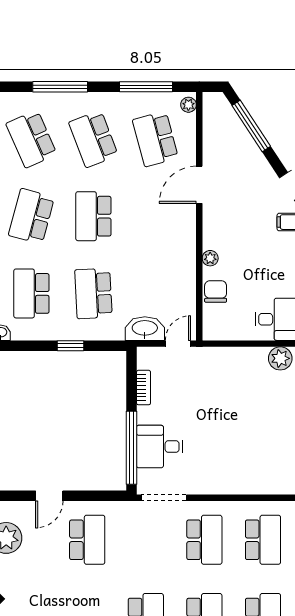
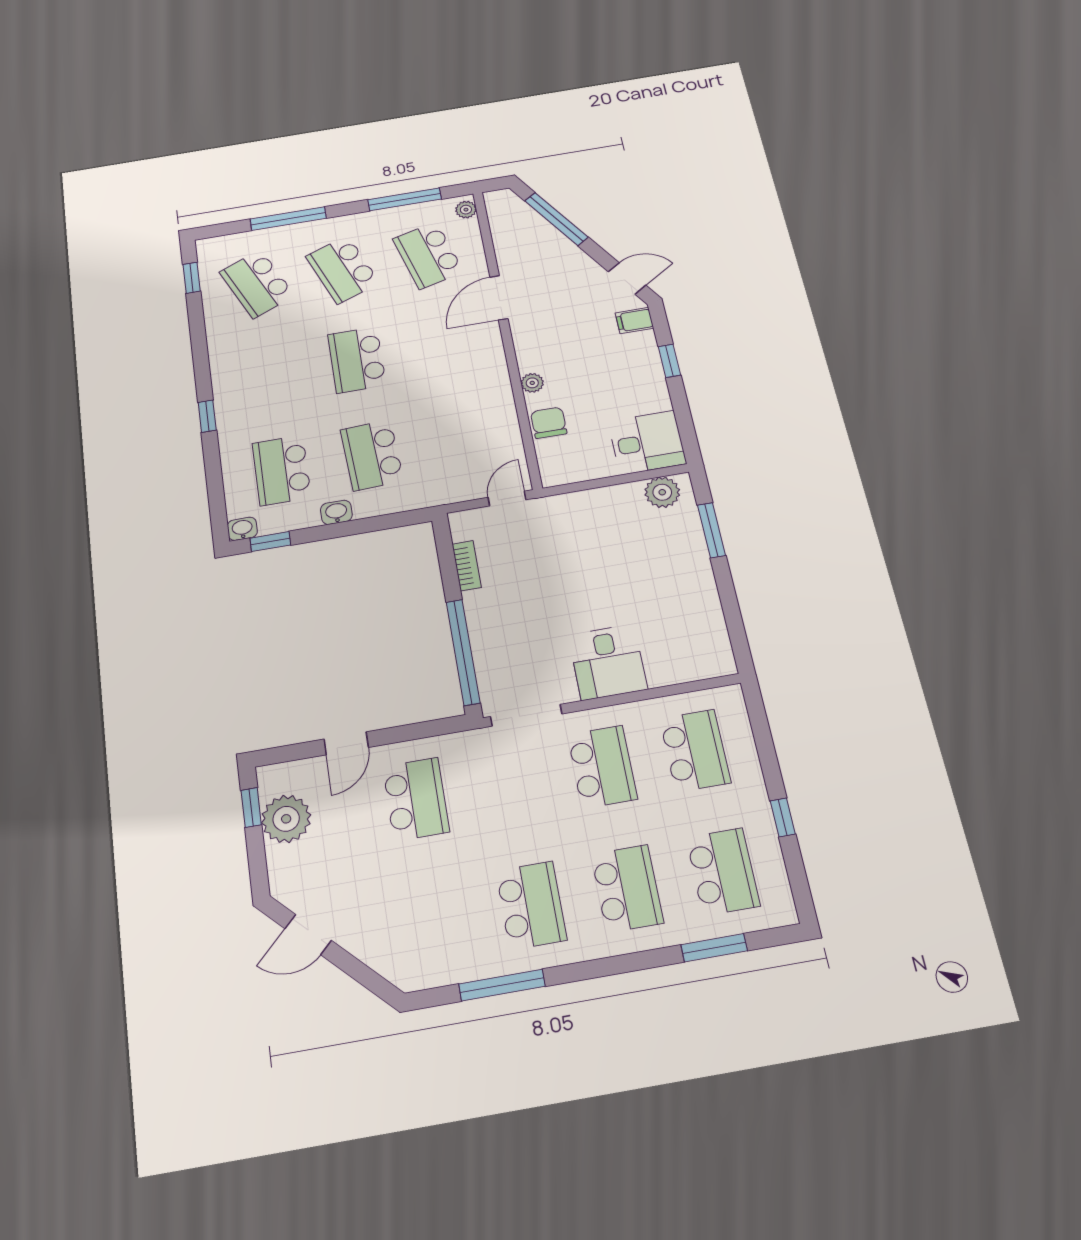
school desk: (31, 216) -> (269, 375), removed
washbasin: (145, 329) -> (336, 512), moved, width x0.52, depth x0.69
window: (70, 346) -> (270, 542), moved
desk: (160, 447) -> (608, 662), moved, turned -90

